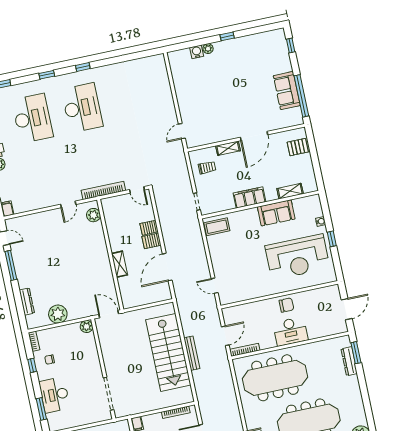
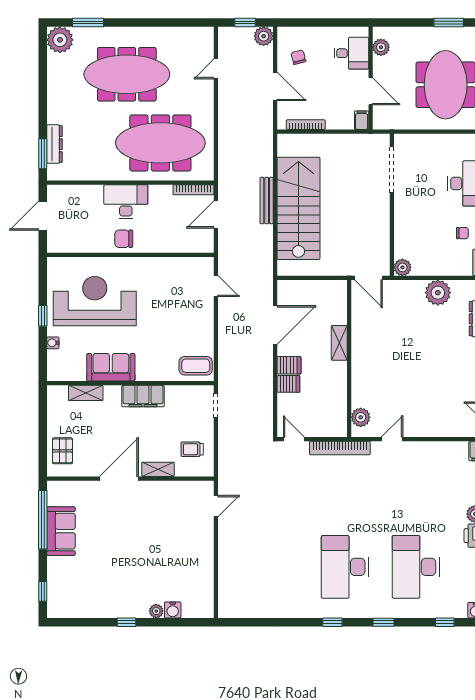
pallet: (298, 147) -> (62, 451), turned 90

